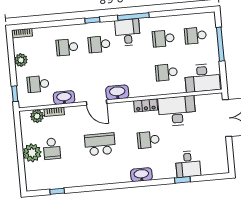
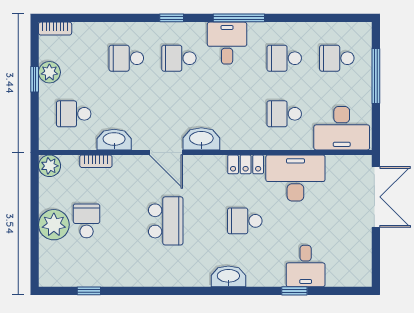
window: (15, 94) -> (35, 79), moved
plant: (37, 116) -> (50, 166), moved
school desk: (100, 144) -> (166, 221), turned 90
school desk: (52, 149) -> (87, 221), turned 180

